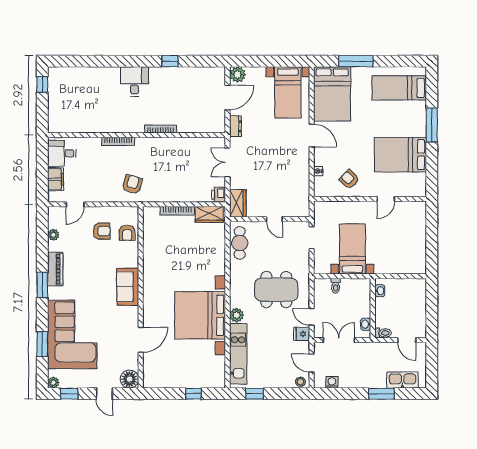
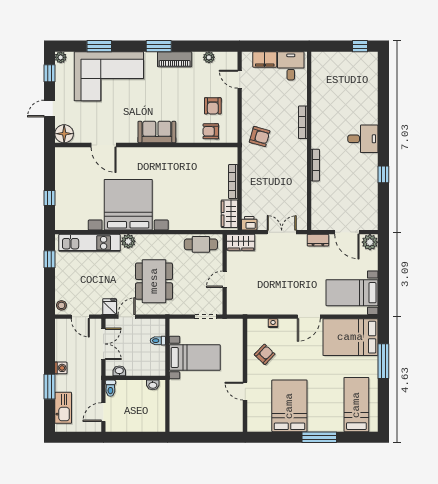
door: (312, 363) -> (80, 317), swing flipped
washing machine: (332, 382) -> (61, 368), moved

